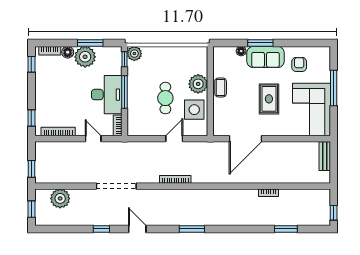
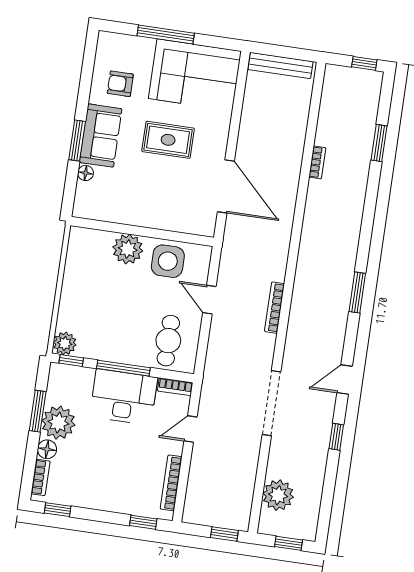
coffee table: (221, 87) -> (139, 214), removed
cafe table: (165, 98) -> (168, 341), moved, turned 90
bench: (325, 156) -> (280, 65), width x1.36

